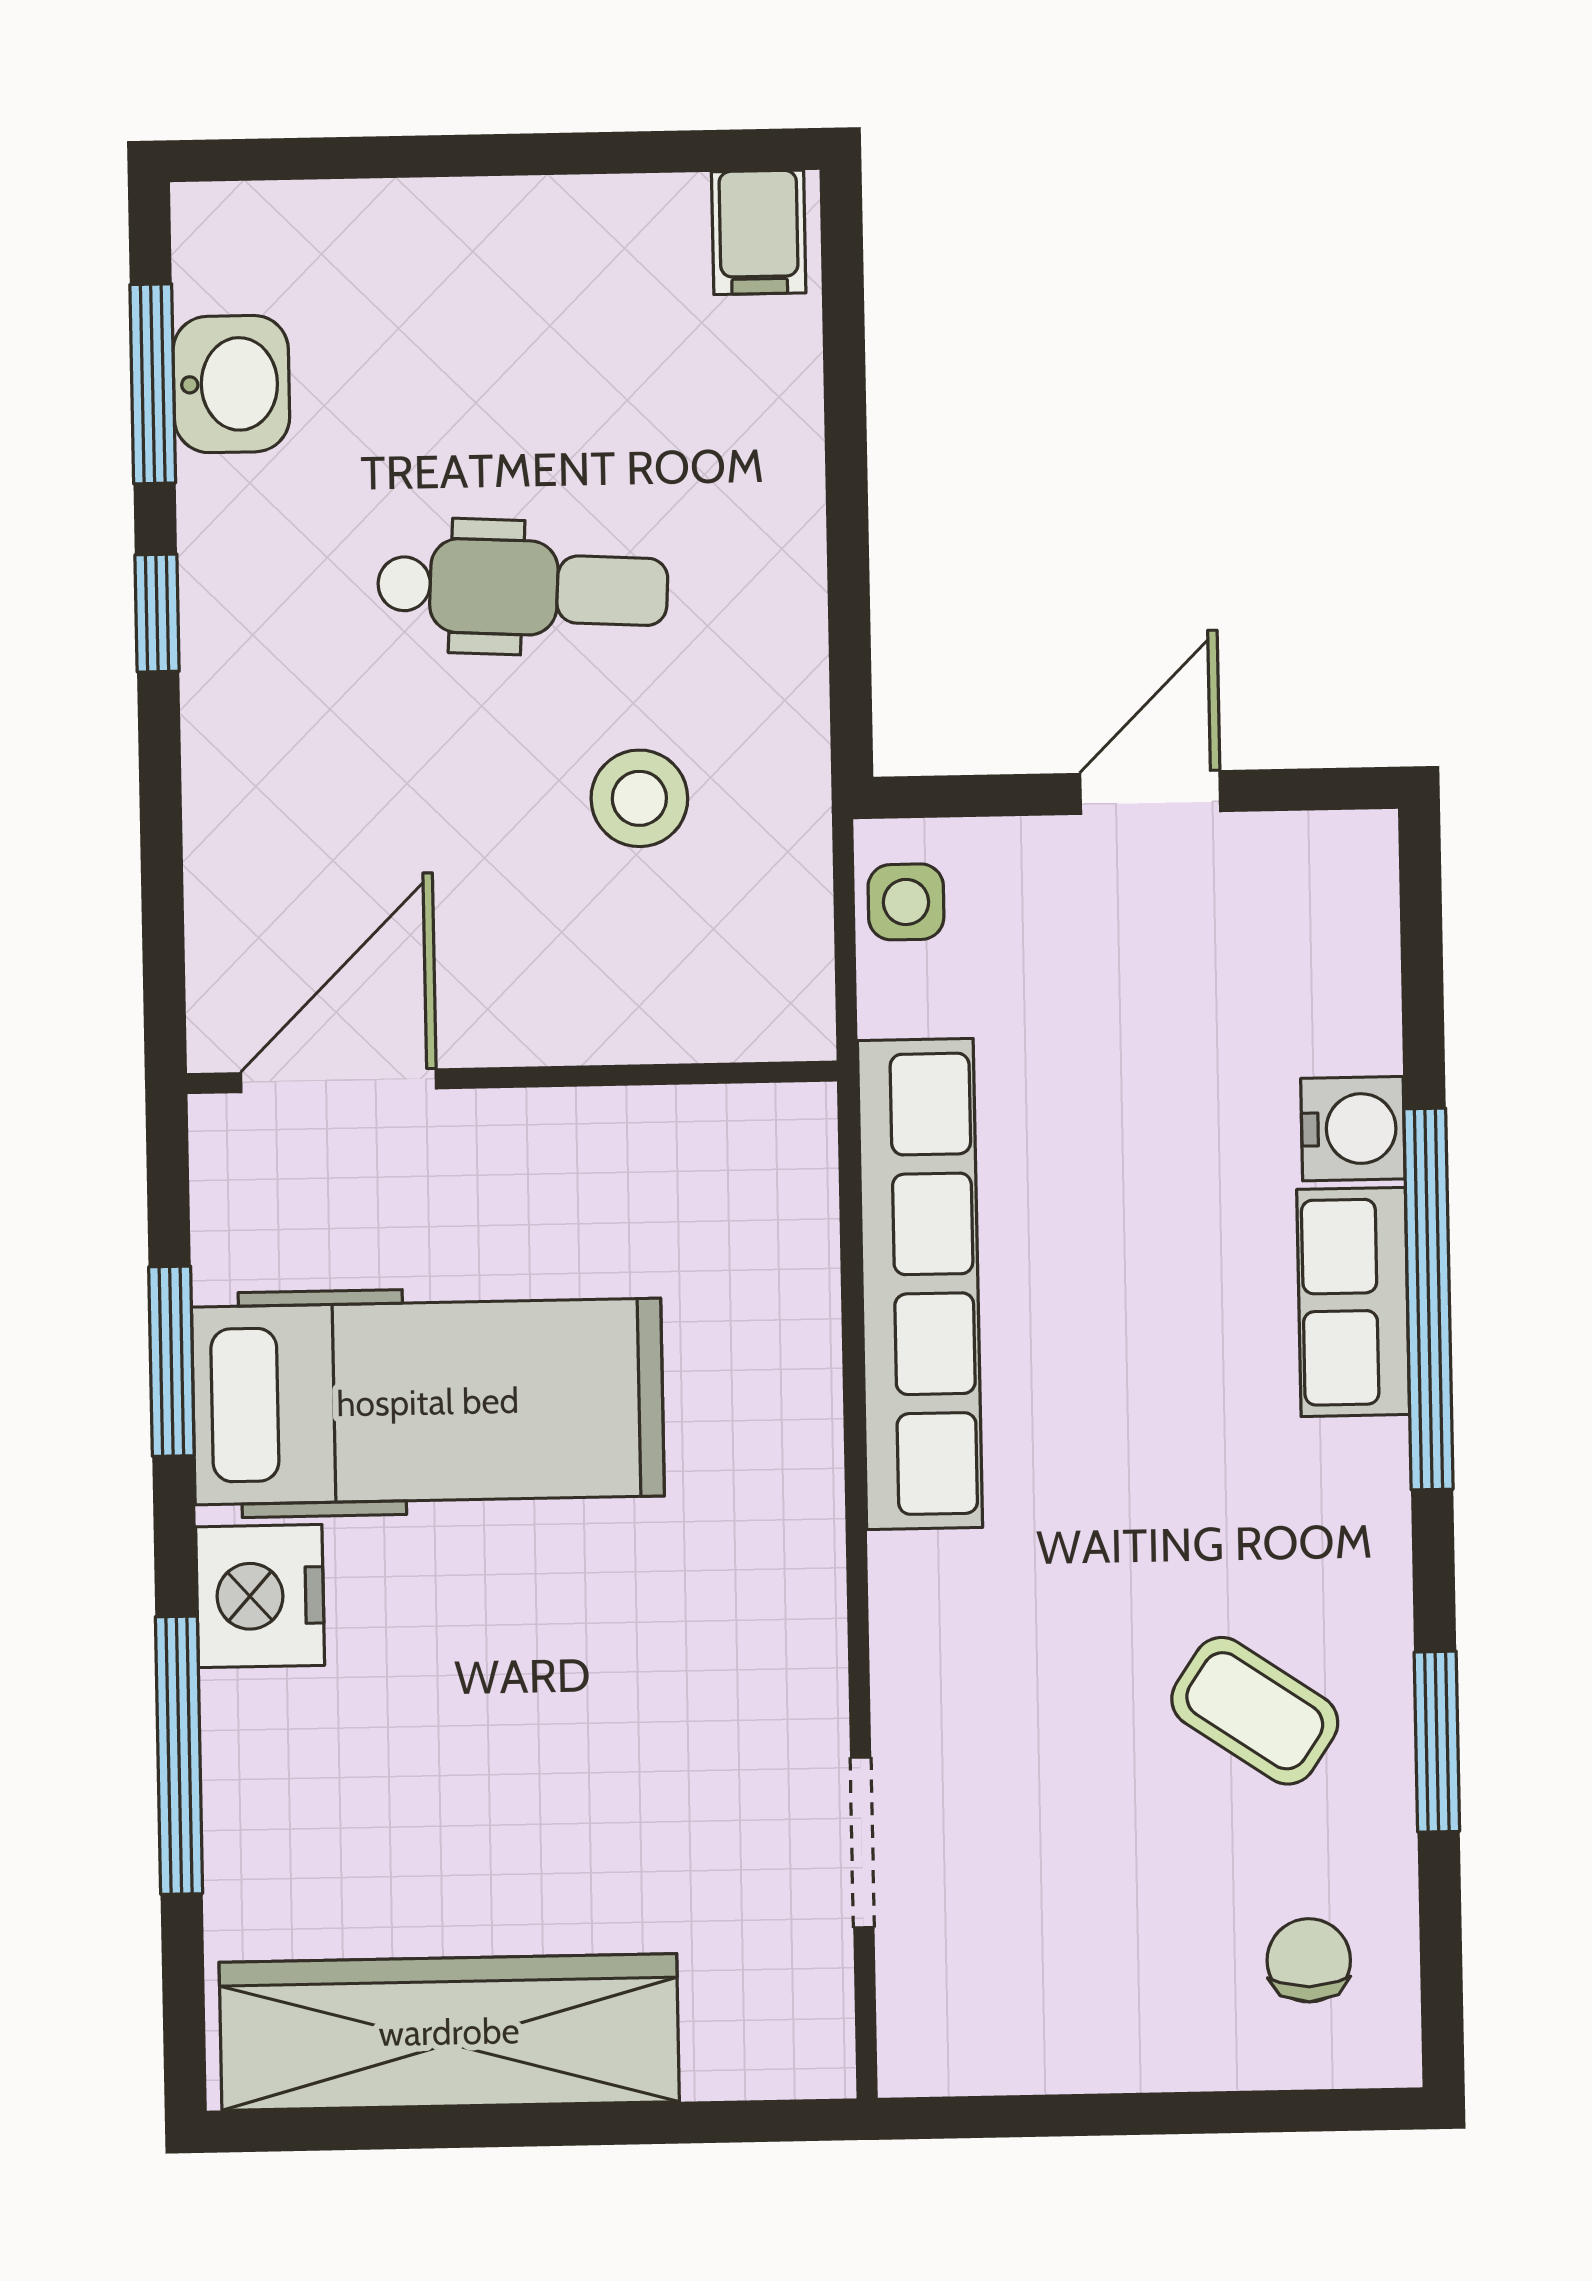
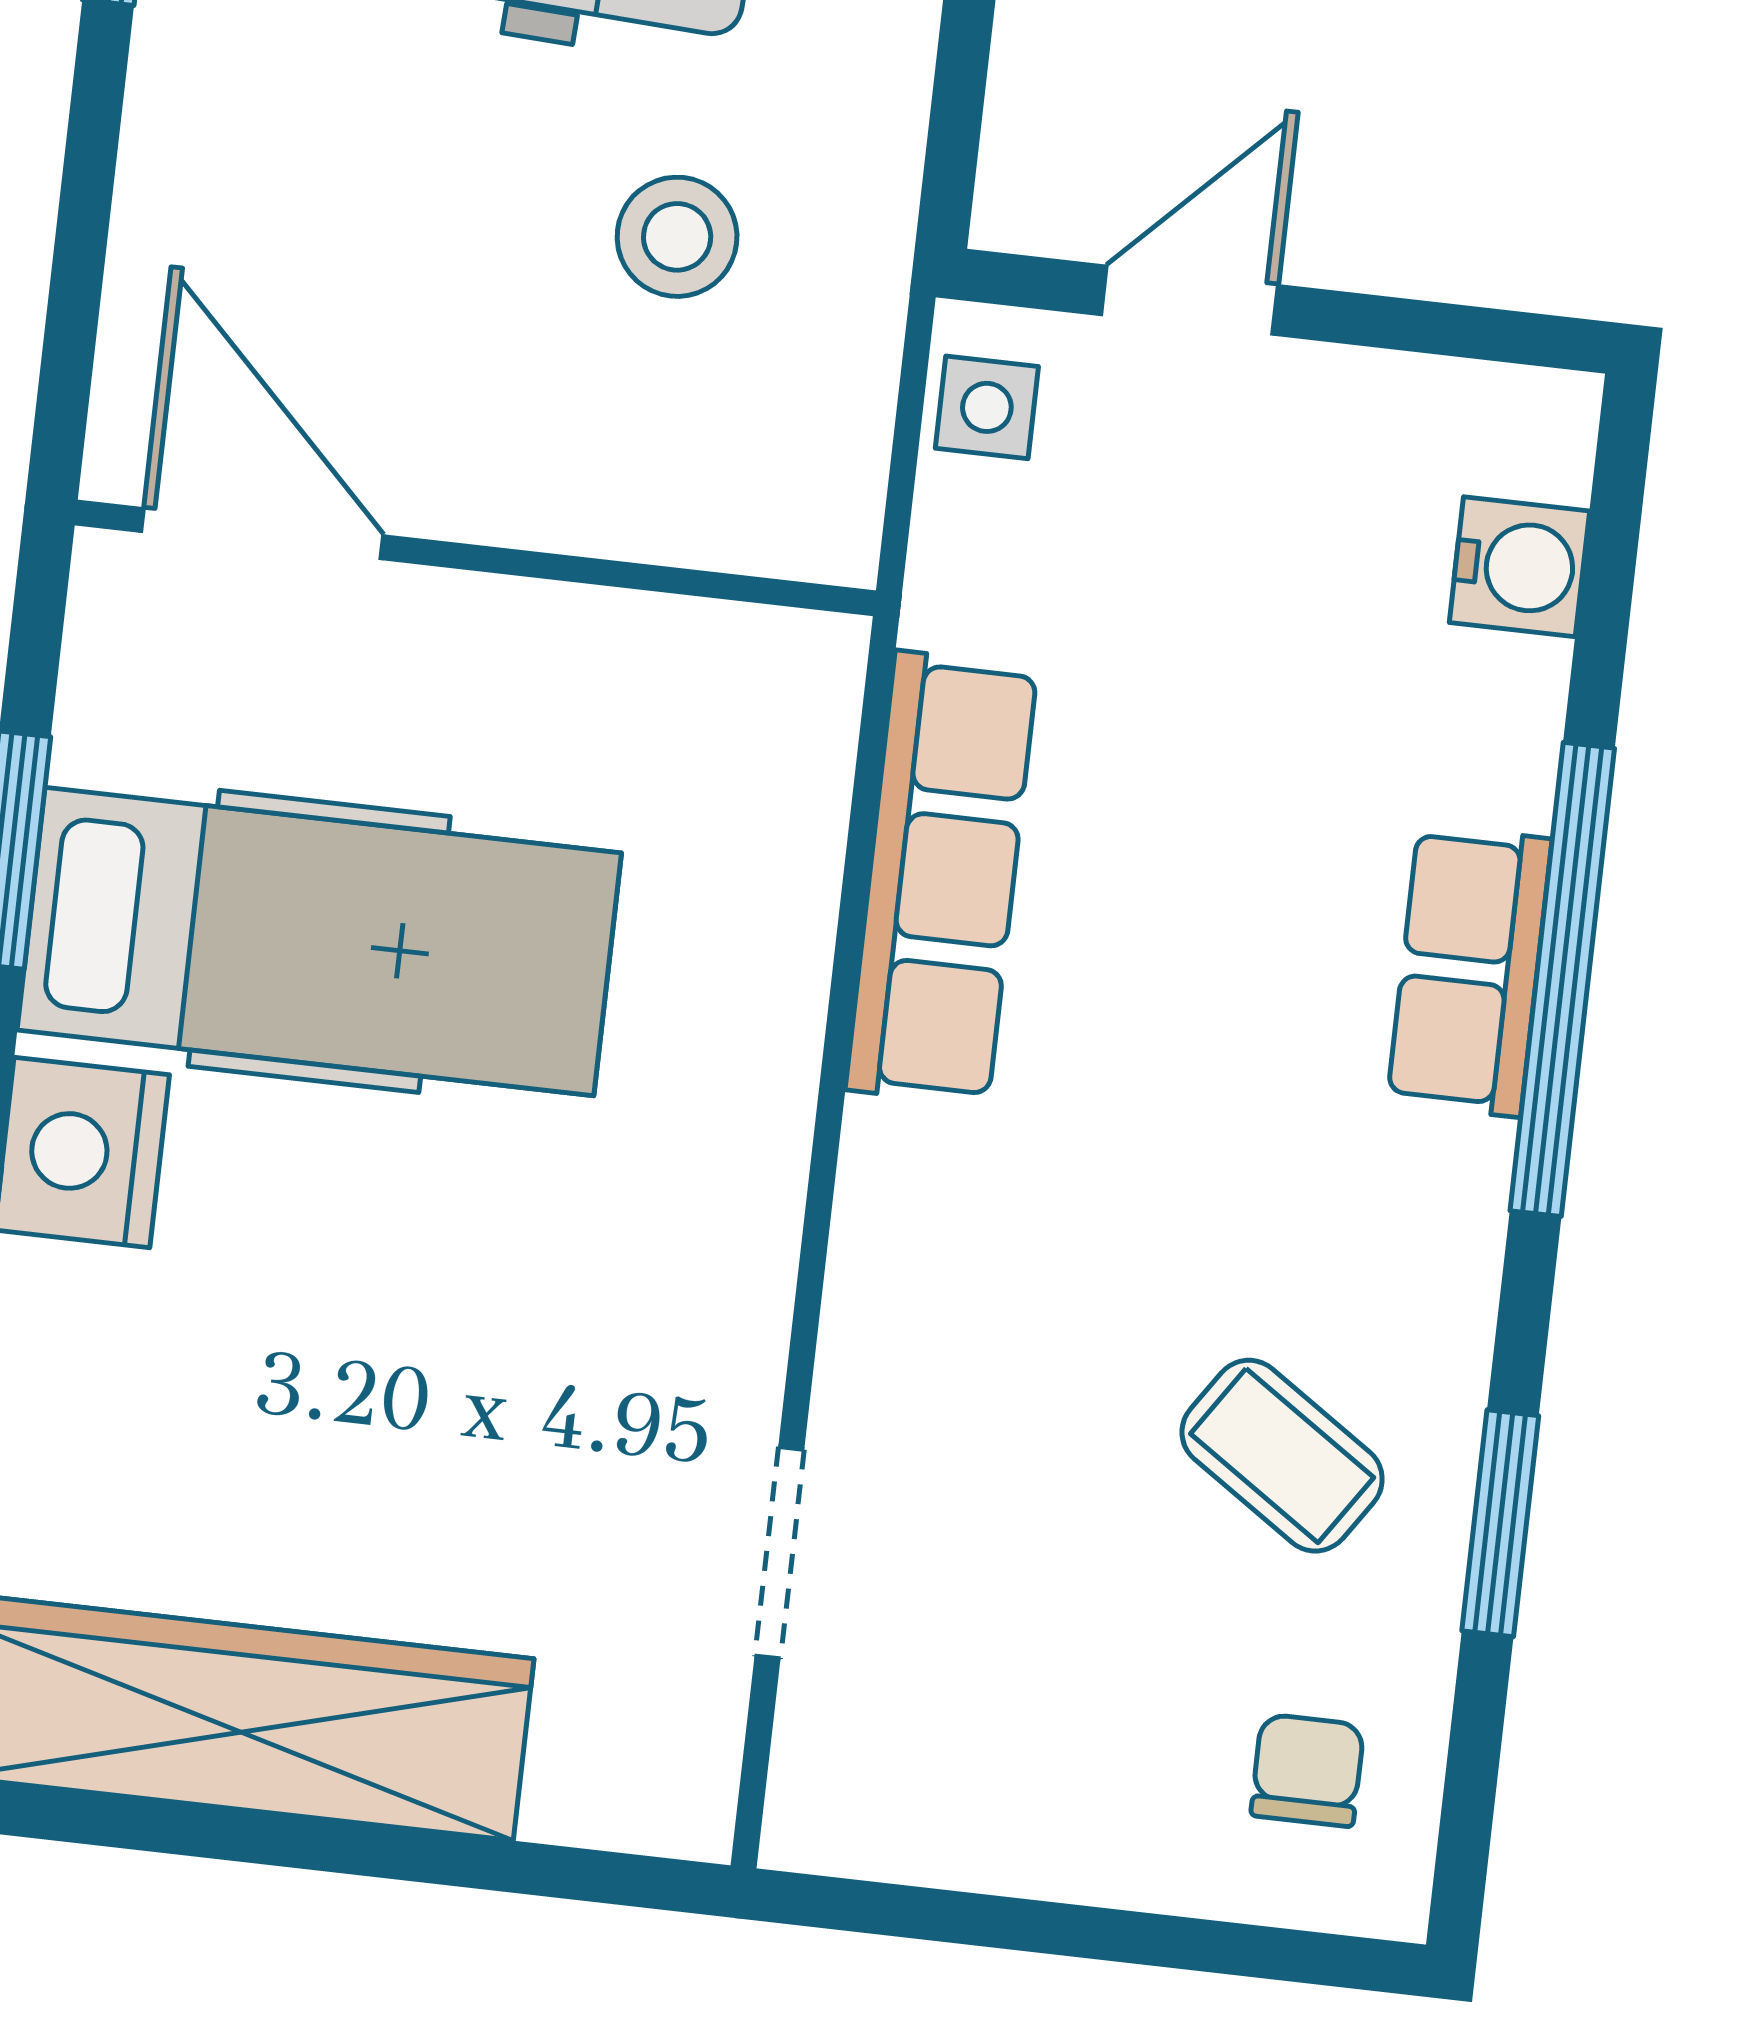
door: (1150, 793) -> (1190, 300), moved
door: (339, 1081) -> (262, 534), hinge flipped
water cooler: (1353, 1129) -> (1519, 567), moved
row of seats: (920, 1284) -> (941, 878), width x0.73

